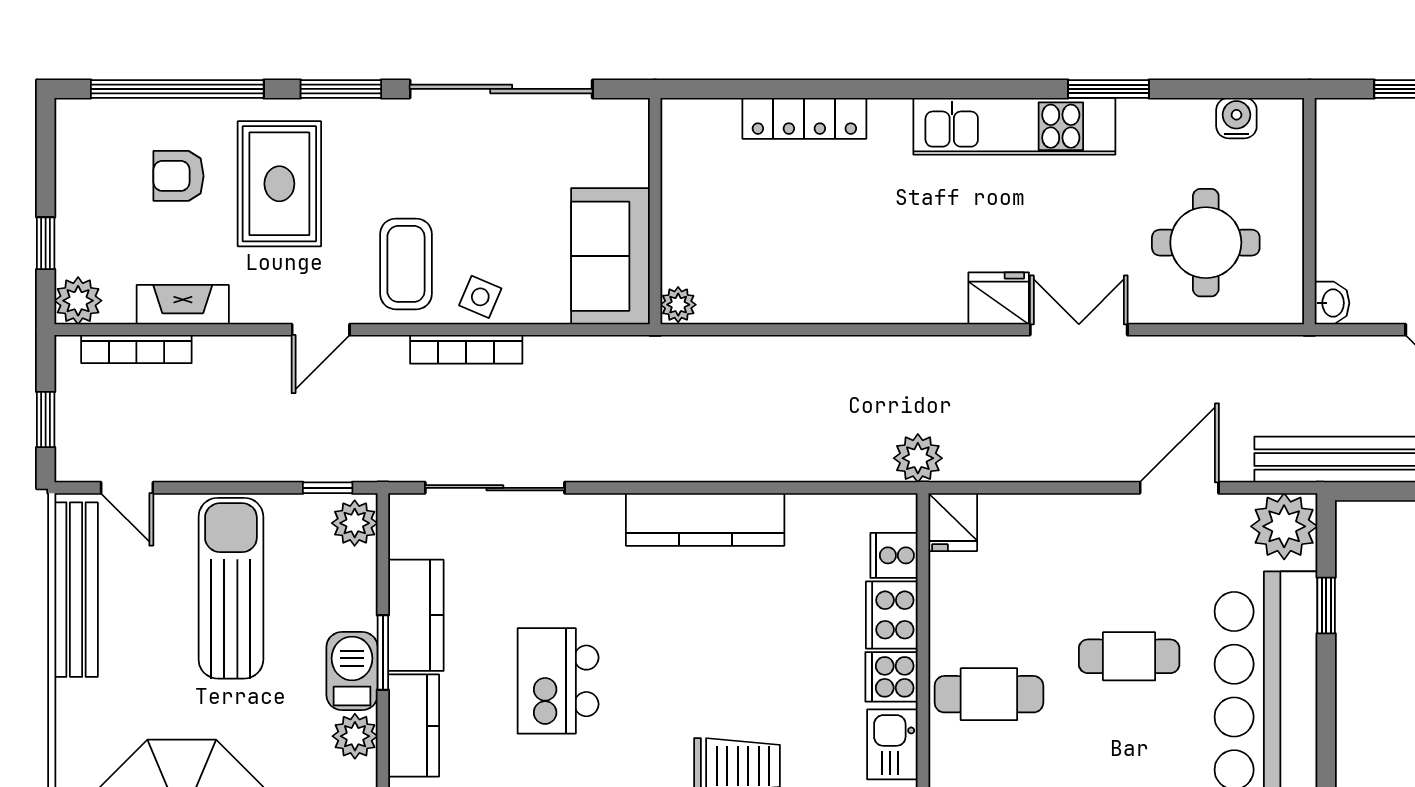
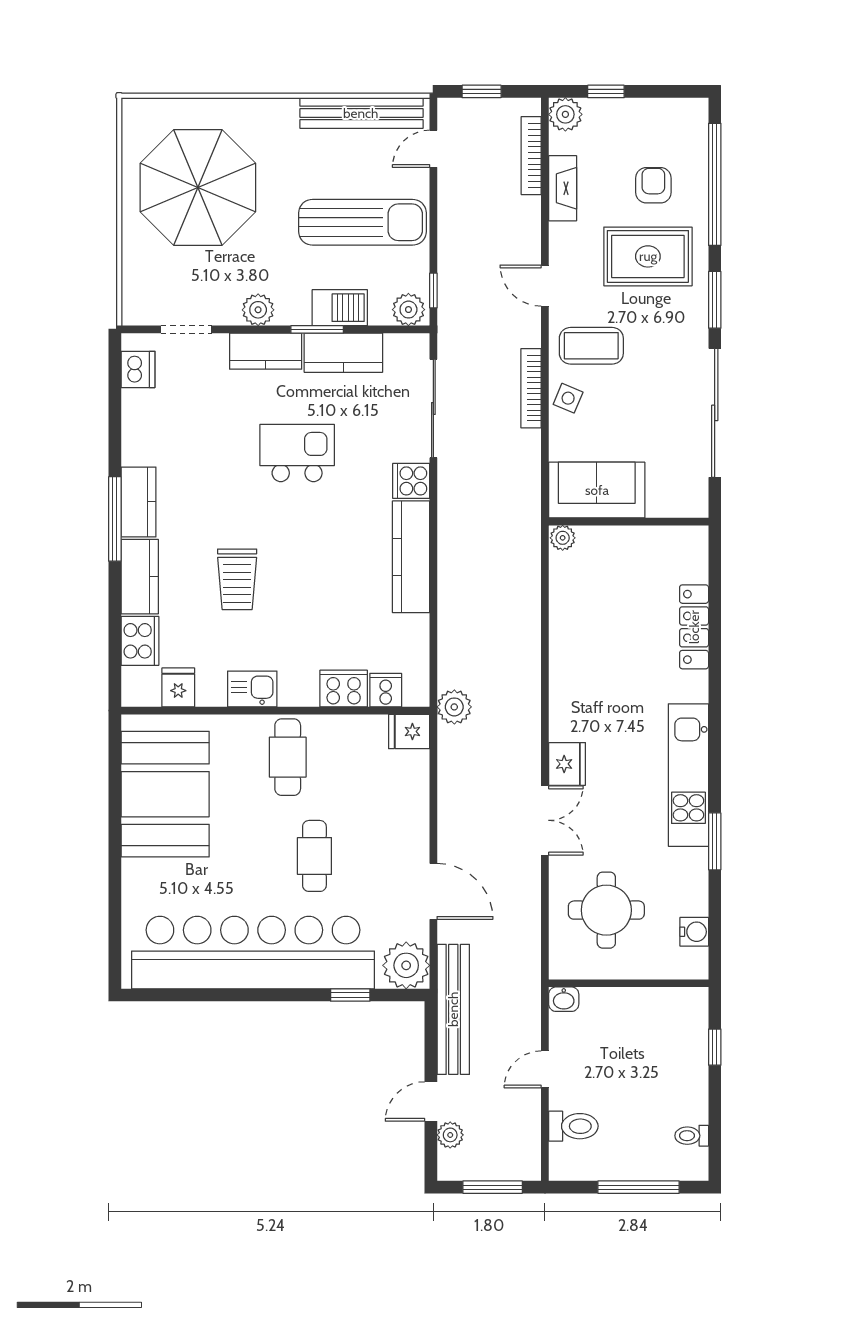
barbecue: (352, 671) -> (340, 308), moved
cooker: (892, 677) -> (411, 481), moved, turned -90

